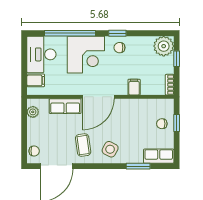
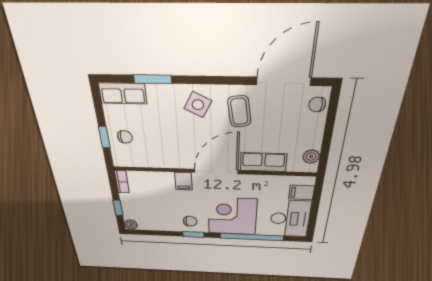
plant: (164, 46) -> (131, 225), width x0.53, depth x0.53
filing cabinet: (134, 87) -> (183, 181), moved

